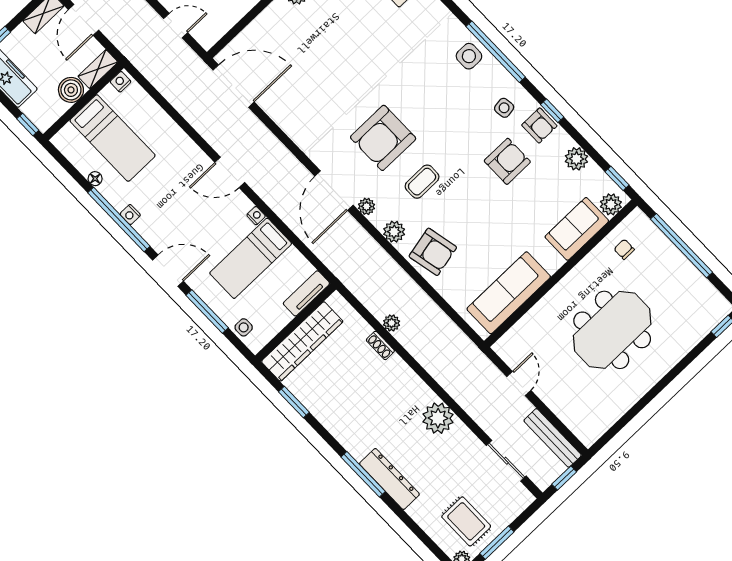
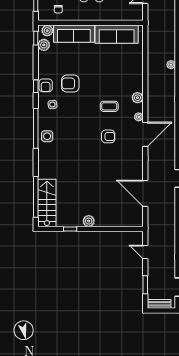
door: (234, 86) -> (145, 193), moved
armchair: (539, 125) -> (46, 85), turned 180
armchair: (383, 138) -> (108, 136), width x0.53, depth x0.53
plant: (576, 159) -> (44, 45), moved
sofa: (577, 229) -> (74, 34), width x1.36
armchair: (433, 252) -> (130, 76), removed

